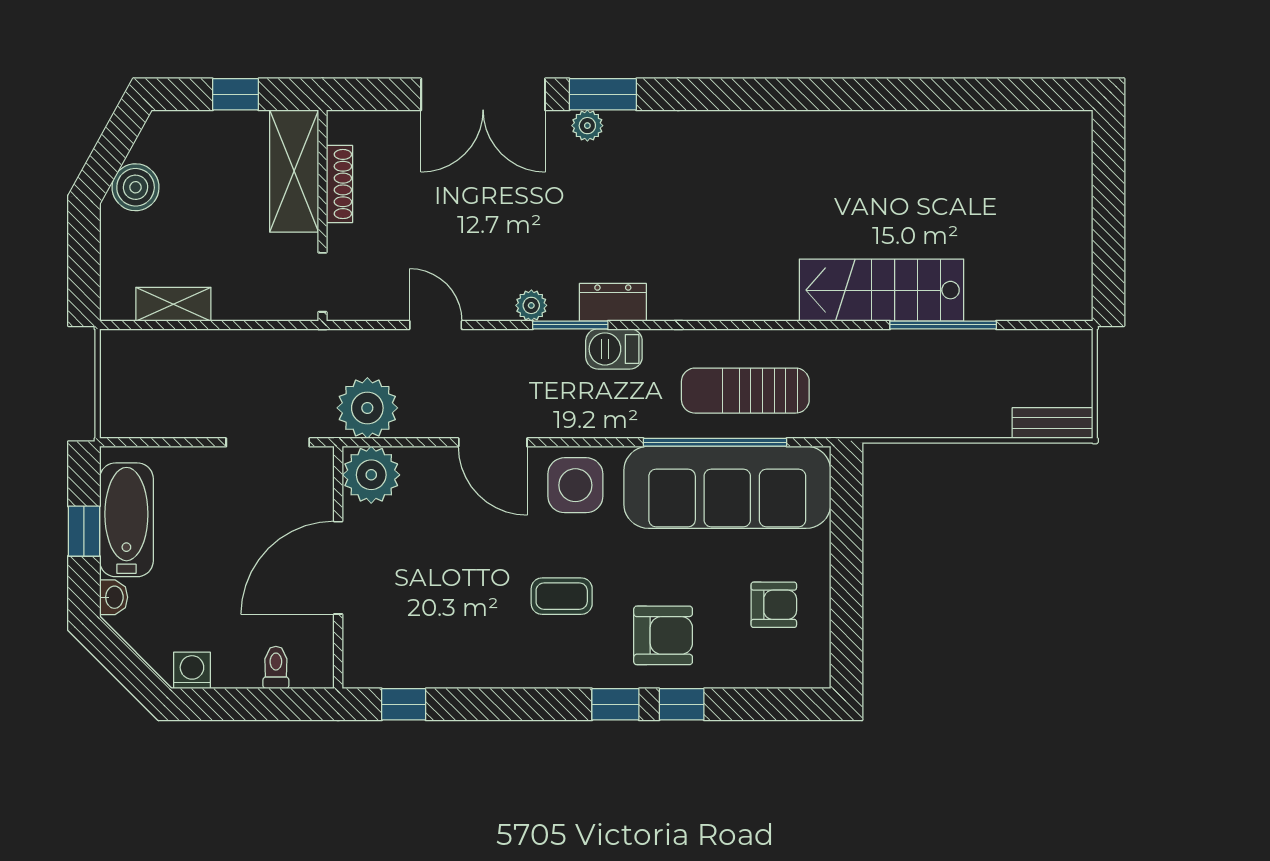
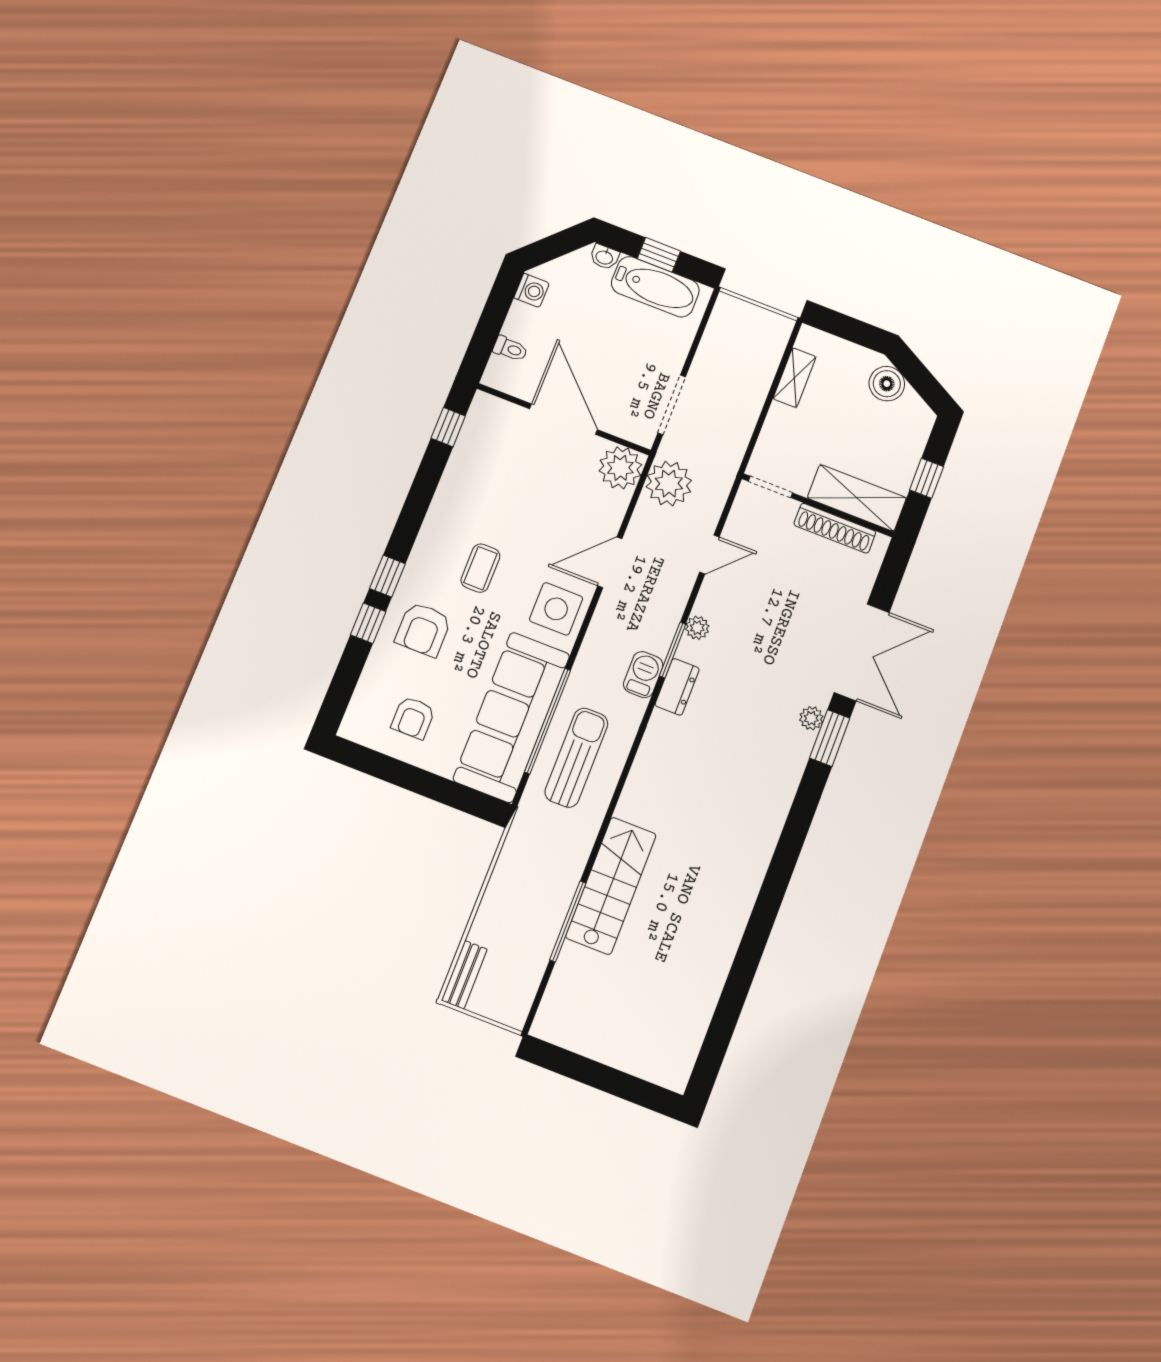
double door: (483, 94) -> (862, 652), swing flipped
shoe rack: (339, 184) -> (835, 528), width x1.36, depth x1.24

